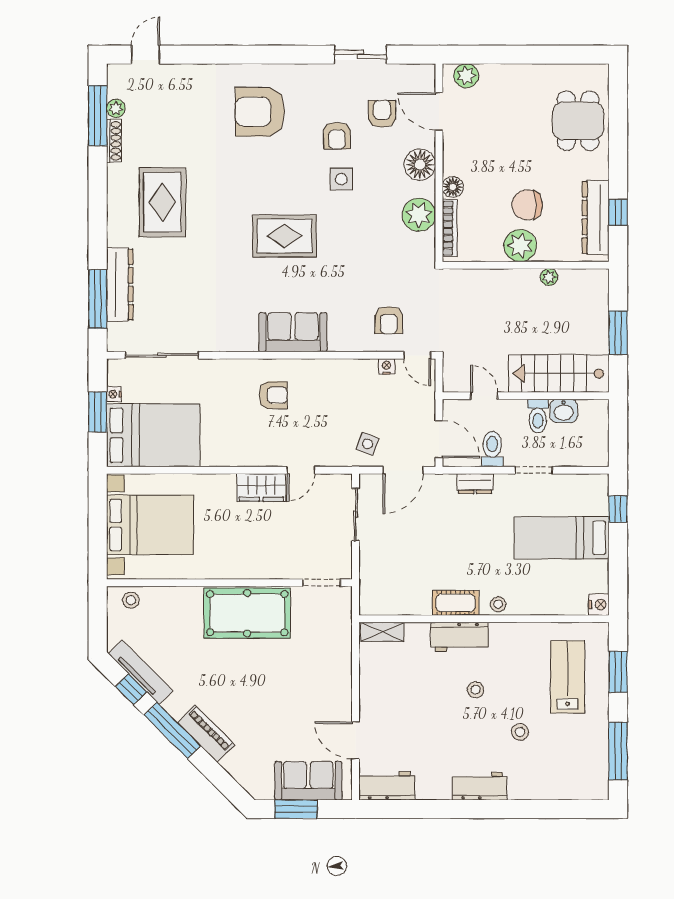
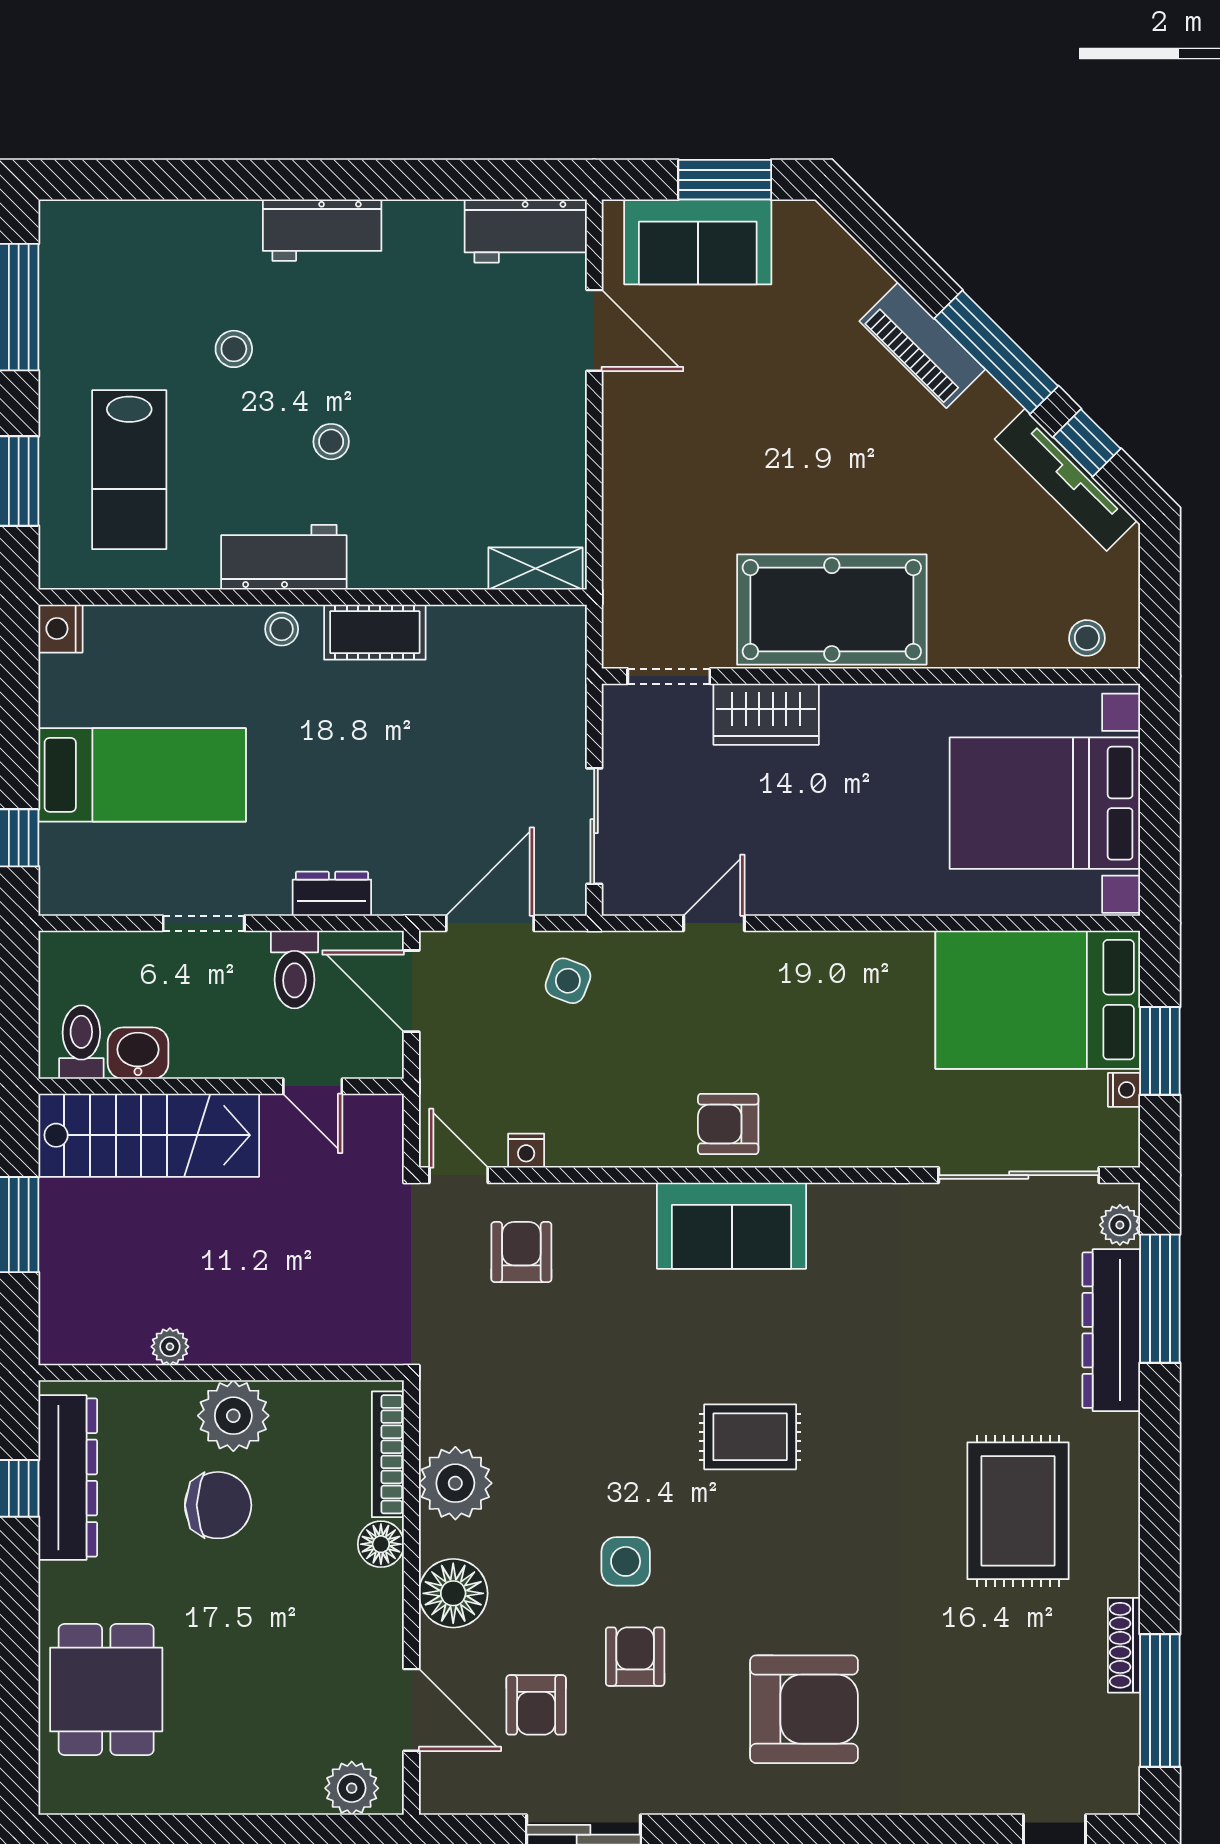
plant: (116, 108) -> (1120, 1225), moved
rug: (284, 236) -> (750, 1437), width x0.73, depth x0.70
armchair: (273, 395) -> (728, 1124), moved
toilet: (538, 416) -> (81, 1042), moved
wardrobe: (261, 487) -> (766, 714), moved, turned 180
workbench: (459, 637) -> (284, 557), moved

